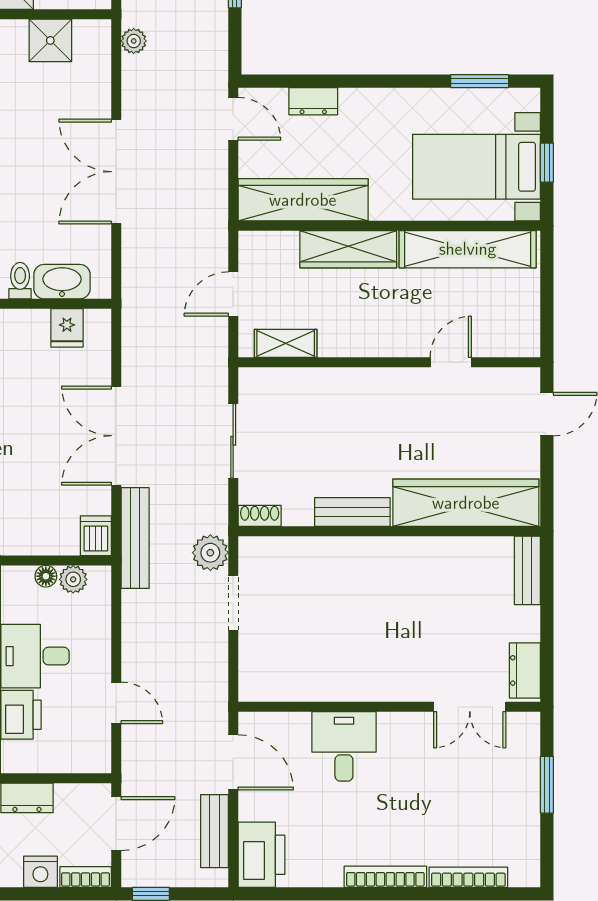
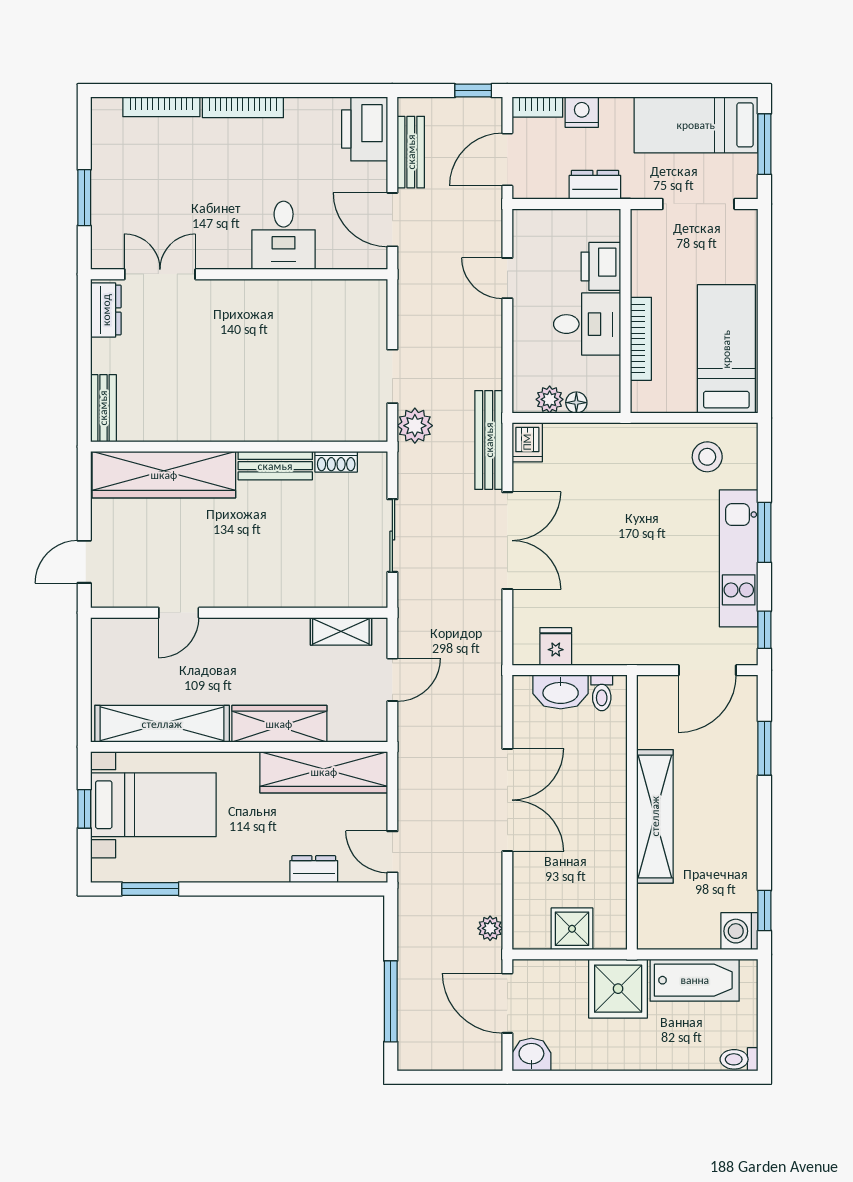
shoe rack: (260, 516) -> (336, 462), moved

